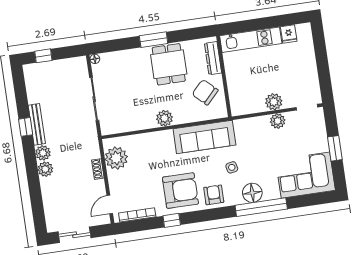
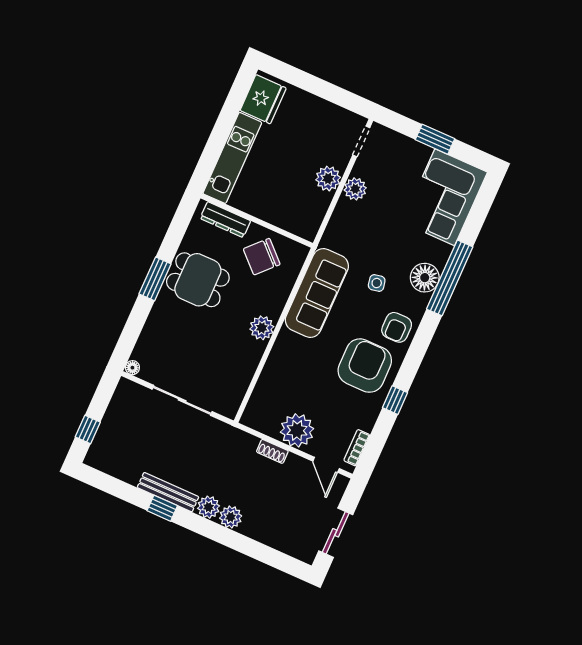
fridge: (289, 34) -> (263, 99), width x1.88, depth x1.34
plant: (116, 158) -> (297, 430), moved
armchair: (214, 195) -> (397, 327), turned -90
bookcase: (137, 215) -> (357, 448), width x0.64

